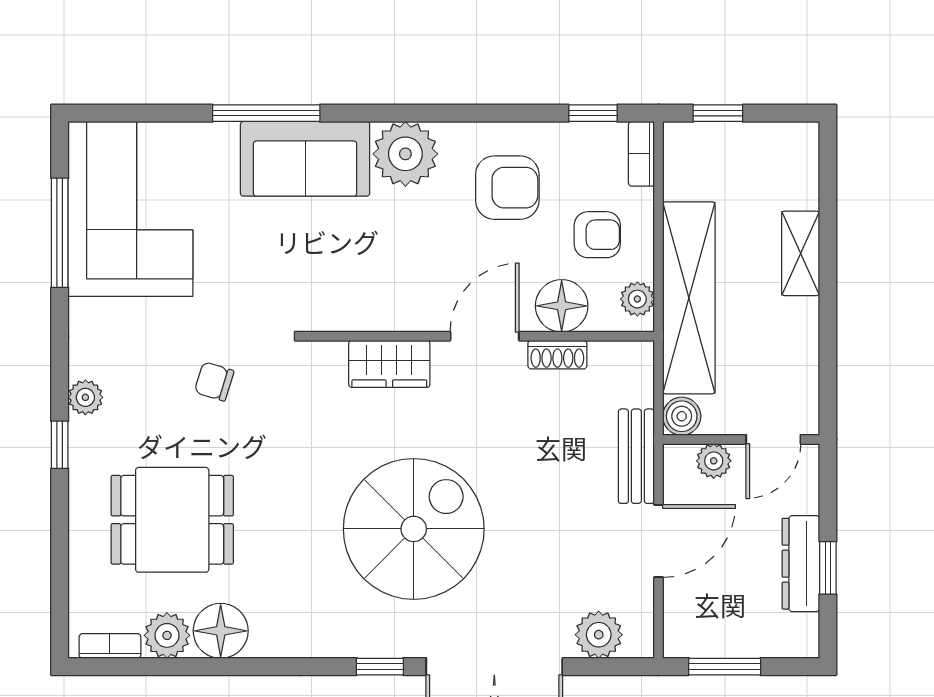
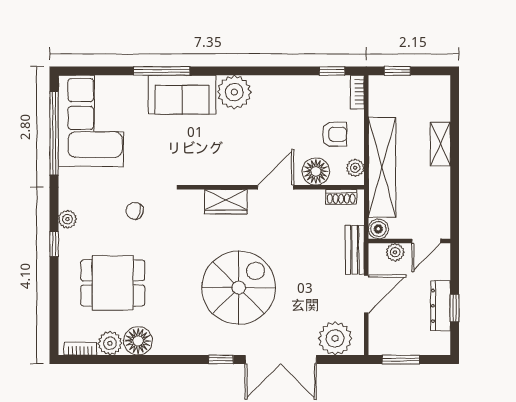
armchair: (507, 188) -> (287, 110), removed
window: (60, 233) -> (54, 133), width x1.46
shoe rack: (557, 355) -> (341, 197), moved
plant: (599, 635) -> (335, 338), width x1.36, depth x1.36

